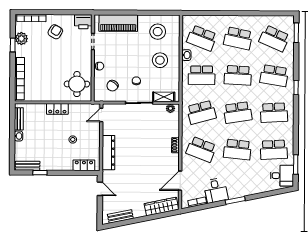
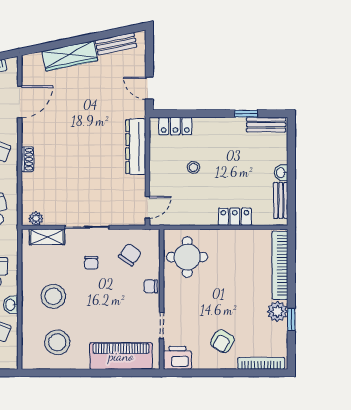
plant: (21, 39) -> (277, 311), moved
locker: (57, 109) -> (235, 217), moved
wardrobe: (161, 206) -> (70, 56), moved

